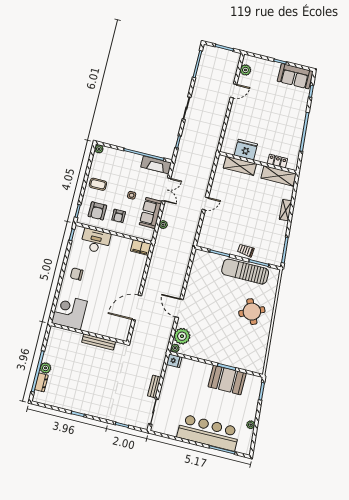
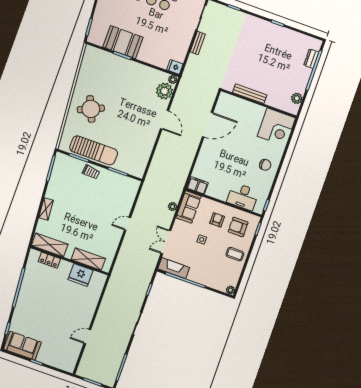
plant: (245, 70) -> (73, 357), removed
armchair: (97, 211) -> (238, 227), turned -90
sofa: (151, 213) -> (189, 207), moved
plant: (46, 368) -> (297, 98), moved

